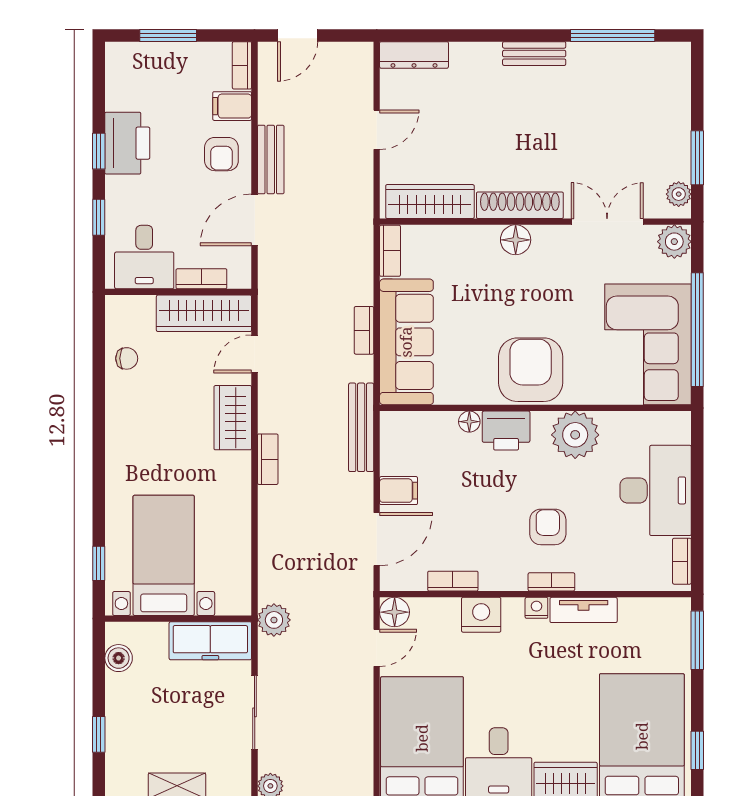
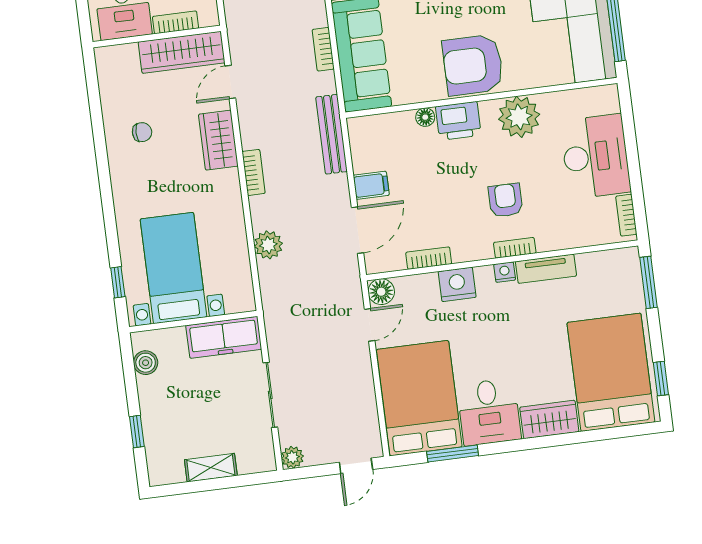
chair: (127, 358) -> (142, 132), moved
armchair: (531, 370) -> (473, 65), turned -90
plant: (274, 620) -> (268, 245), moved

